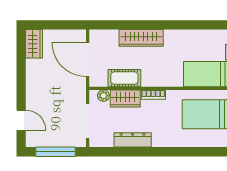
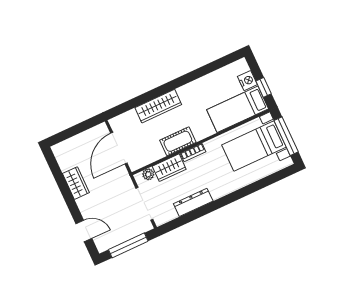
wardrobe: (34, 44) -> (76, 183), moved
door: (88, 60) -> (119, 148), hinge flipped
cot: (124, 78) -> (178, 141), moved

